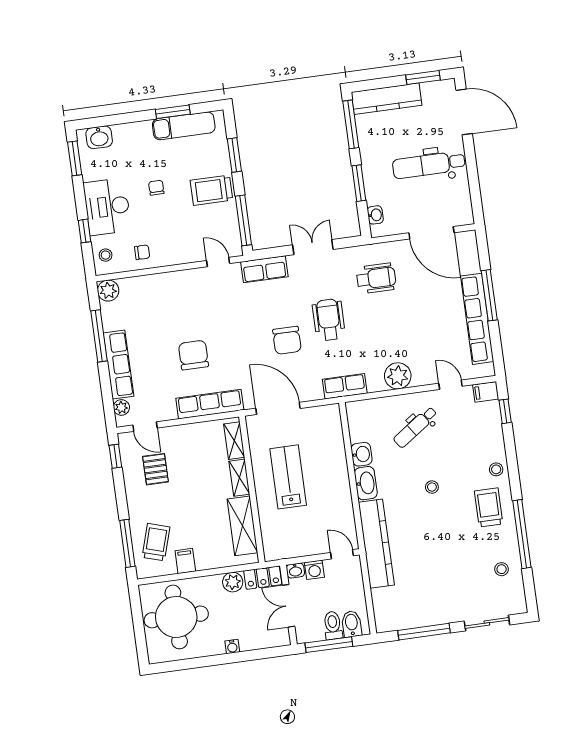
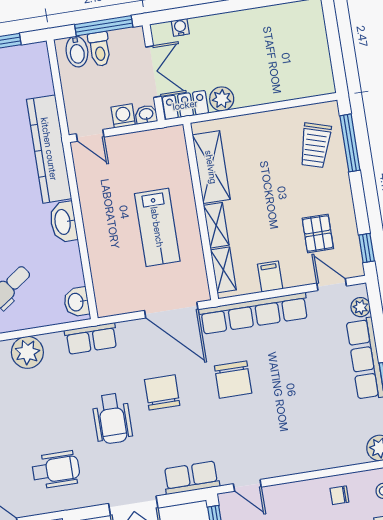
wheelchair: (376, 278) -> (56, 470), turned 180
chair: (193, 355) -> (233, 380), moved
row of seats: (210, 404) -> (254, 313), width x1.36
washbasin: (362, 454) -> (76, 302), moved
filing cabinet: (185, 561) -> (270, 277), moved, turned 180
round table: (176, 617) -> (289, 55), removed
water cooler: (232, 647) -> (180, 27), moved

